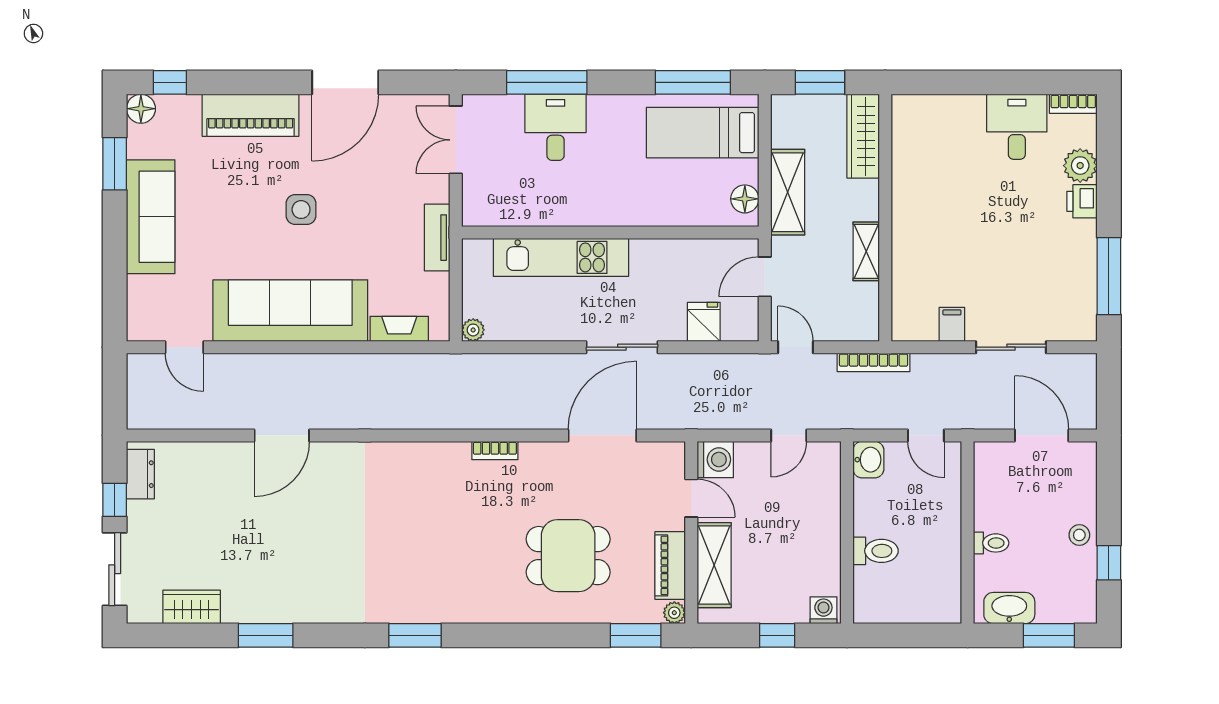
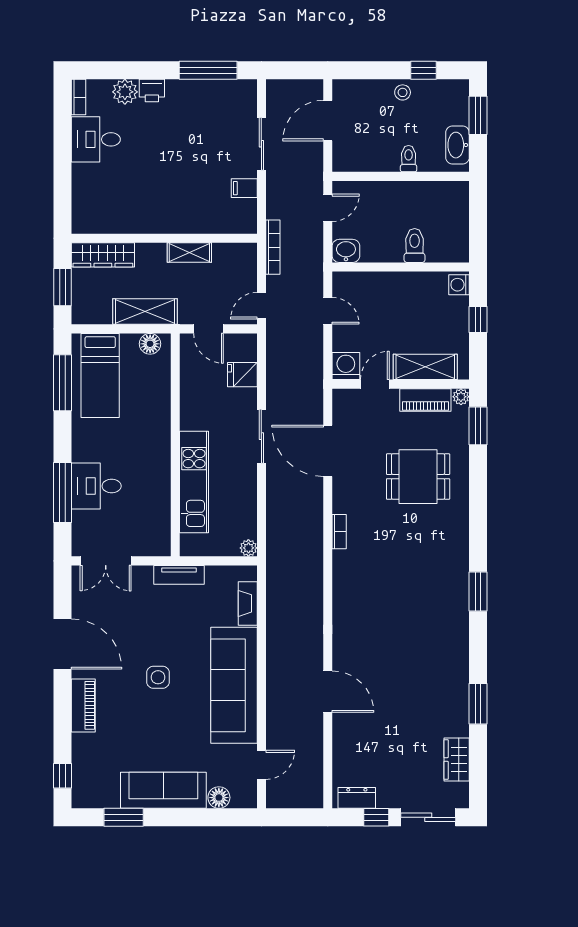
floor lamp: (141, 109) -> (219, 798), moved
piano: (251, 115) -> (83, 705), width x0.73, depth x0.75
dining table: (568, 556) -> (418, 477), turned 90

